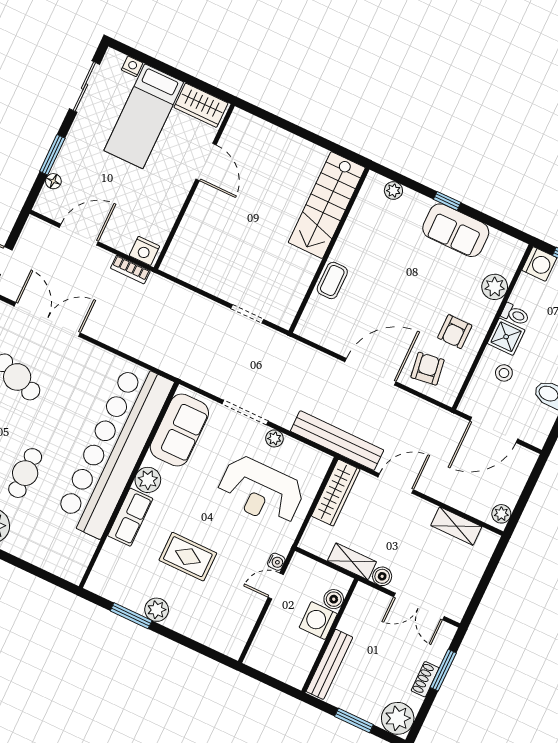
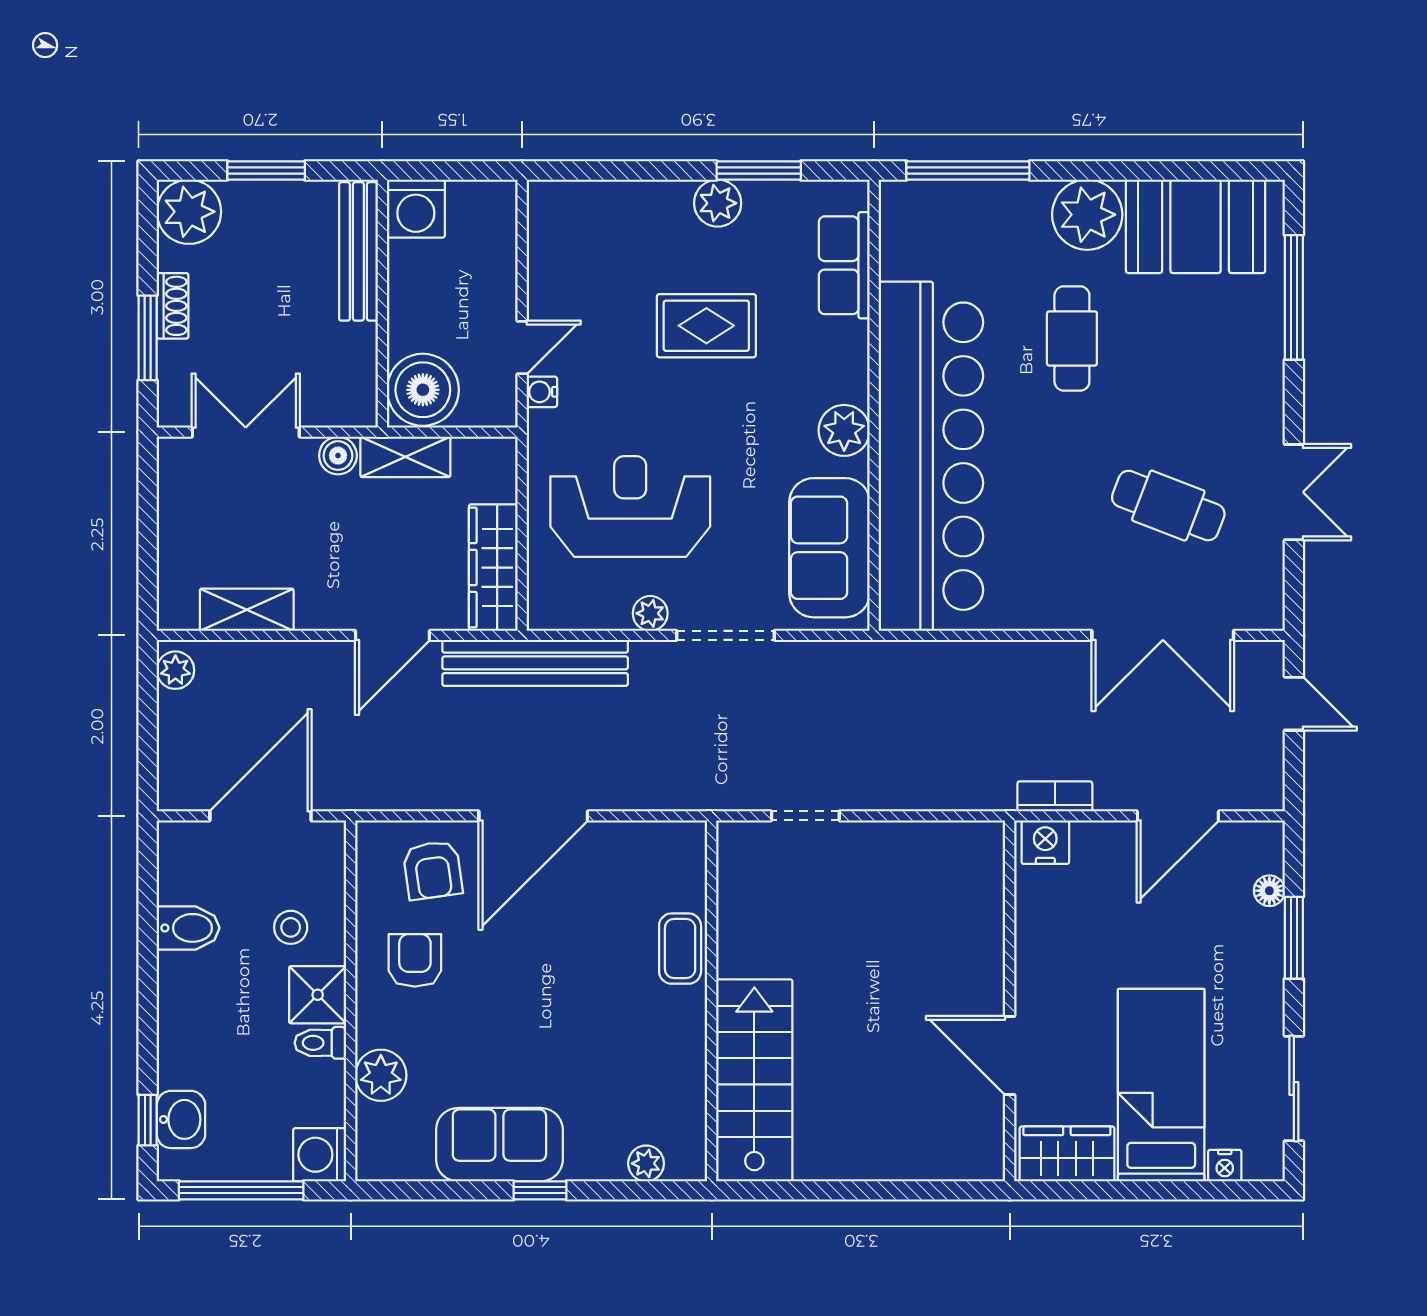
row of seats: (130, 517) -> (844, 265), moved
window: (37, 571) -> (968, 170), added
boiler: (334, 599) -> (423, 390), width x1.86, depth x1.86
washing machine: (318, 621) -> (416, 209), moved, turned 90

